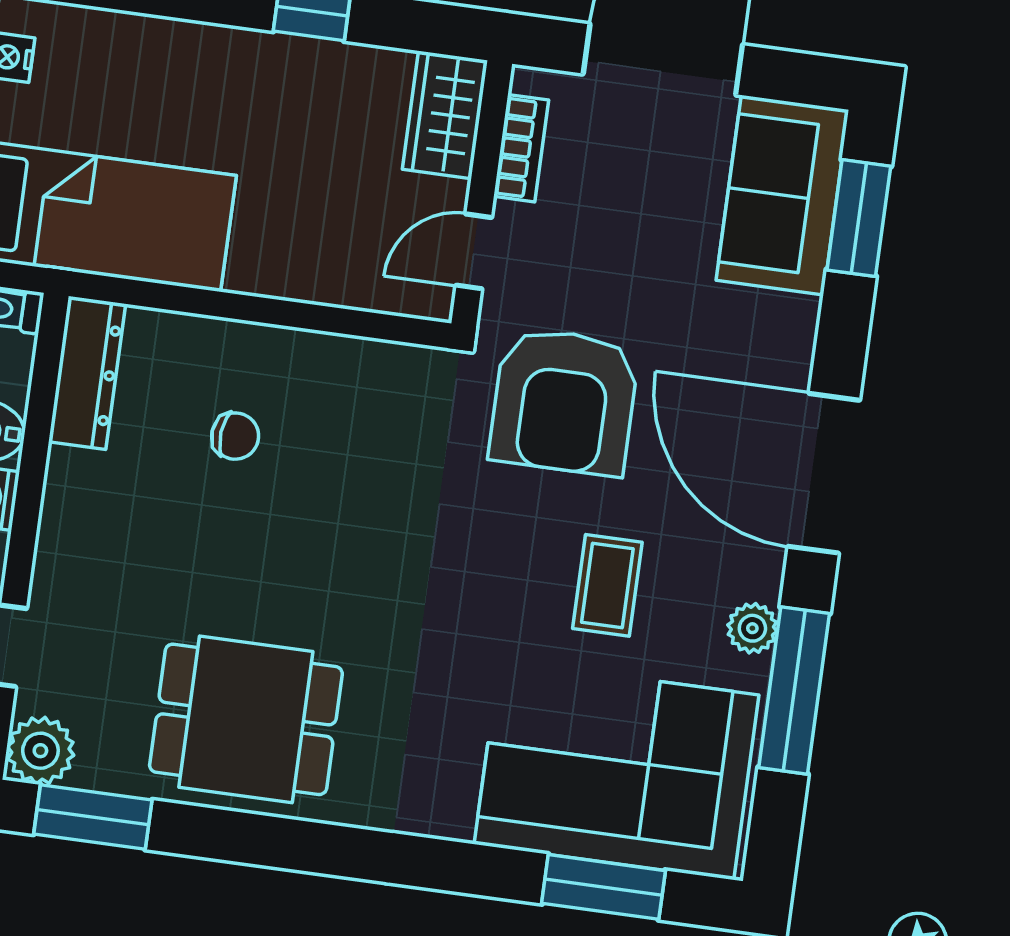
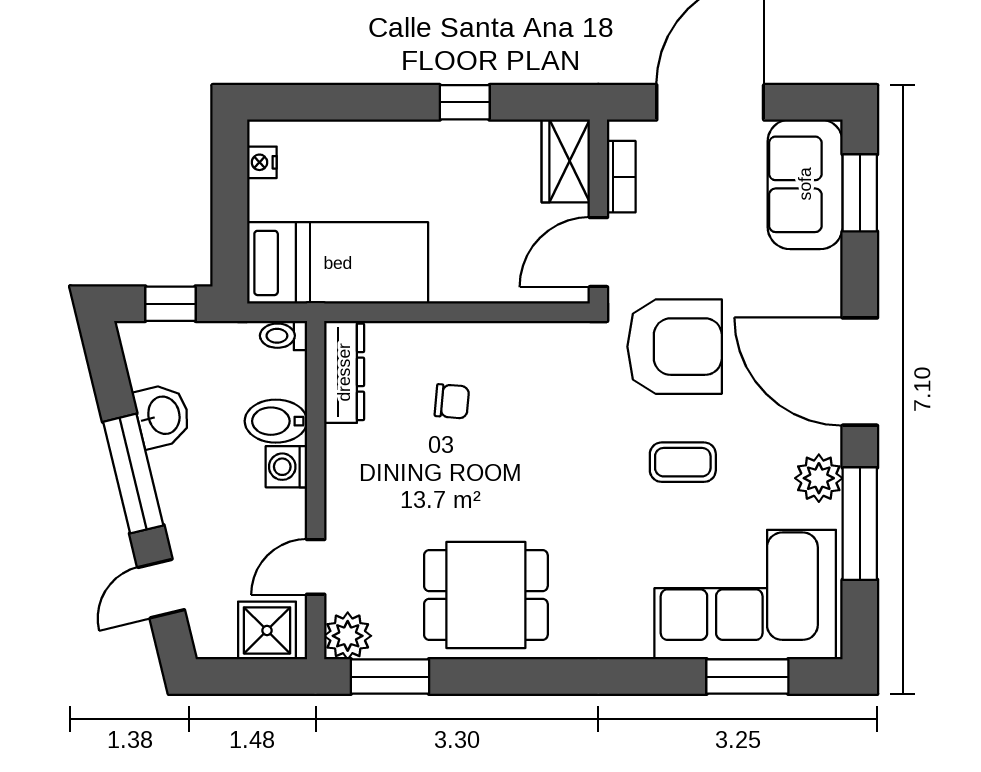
door: (474, 251) -> (598, 252), width x1.38
armchair: (564, 401) -> (675, 347), turned -90
coffee table: (607, 585) -> (683, 462), moved, turned 90
plant: (752, 628) -> (819, 478), width x1.38, depth x1.38

